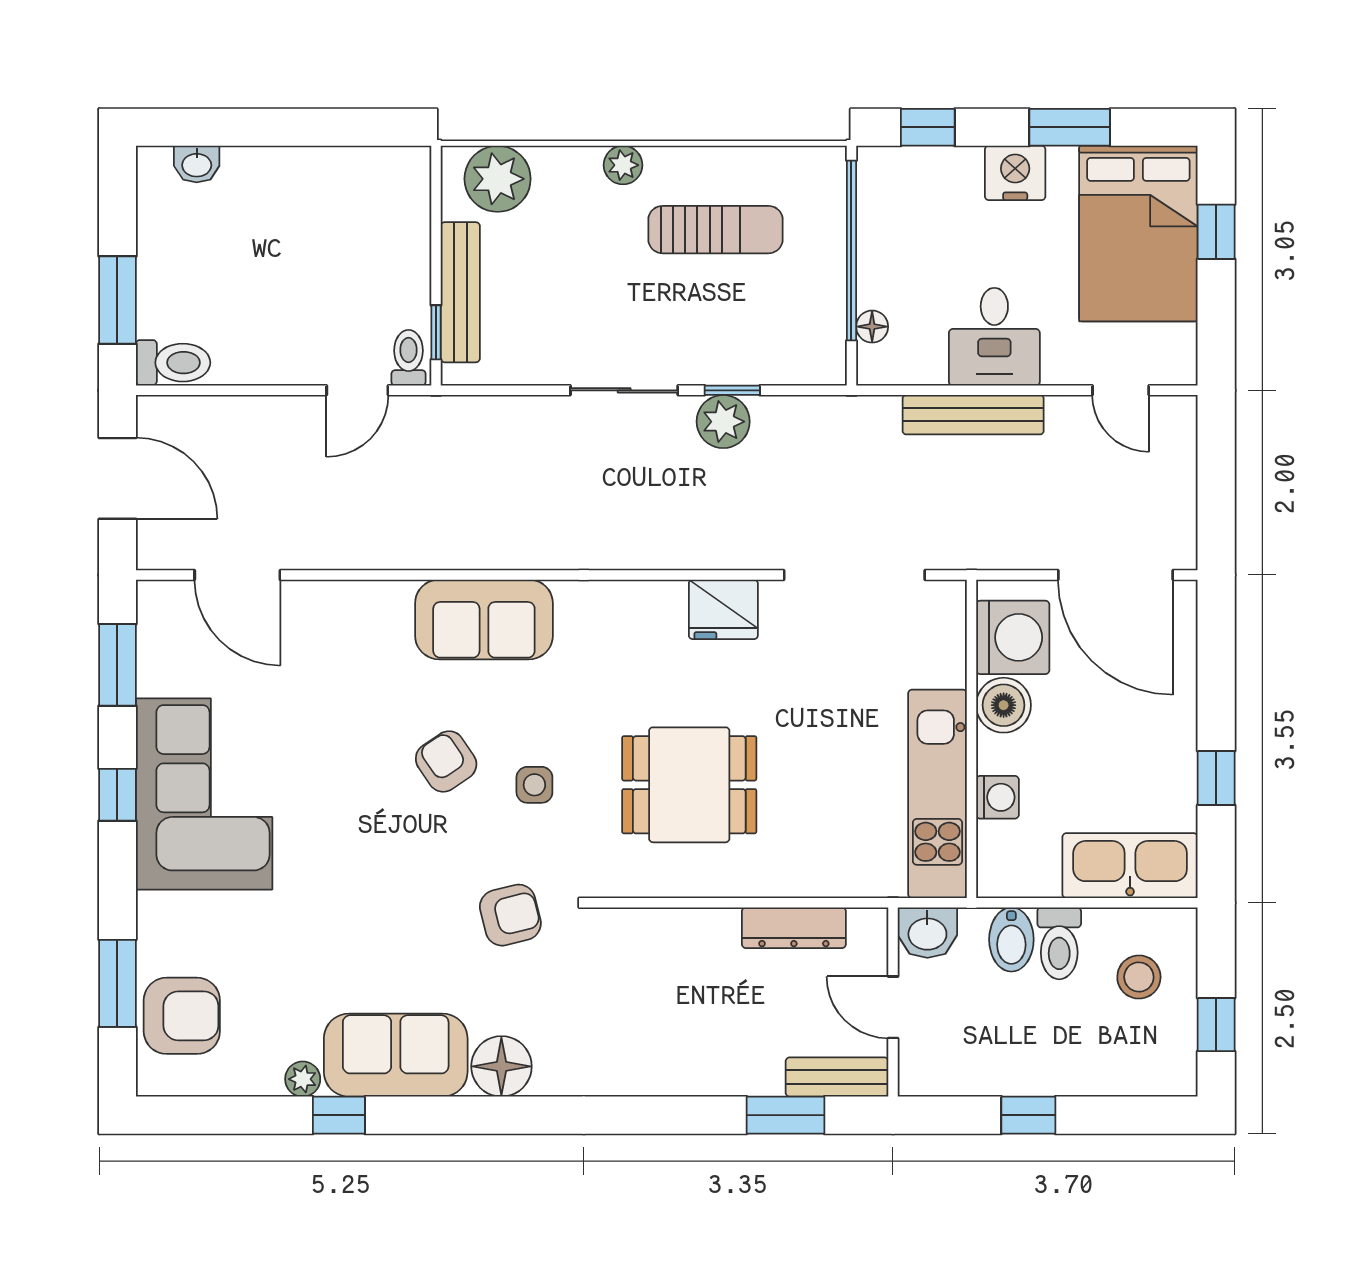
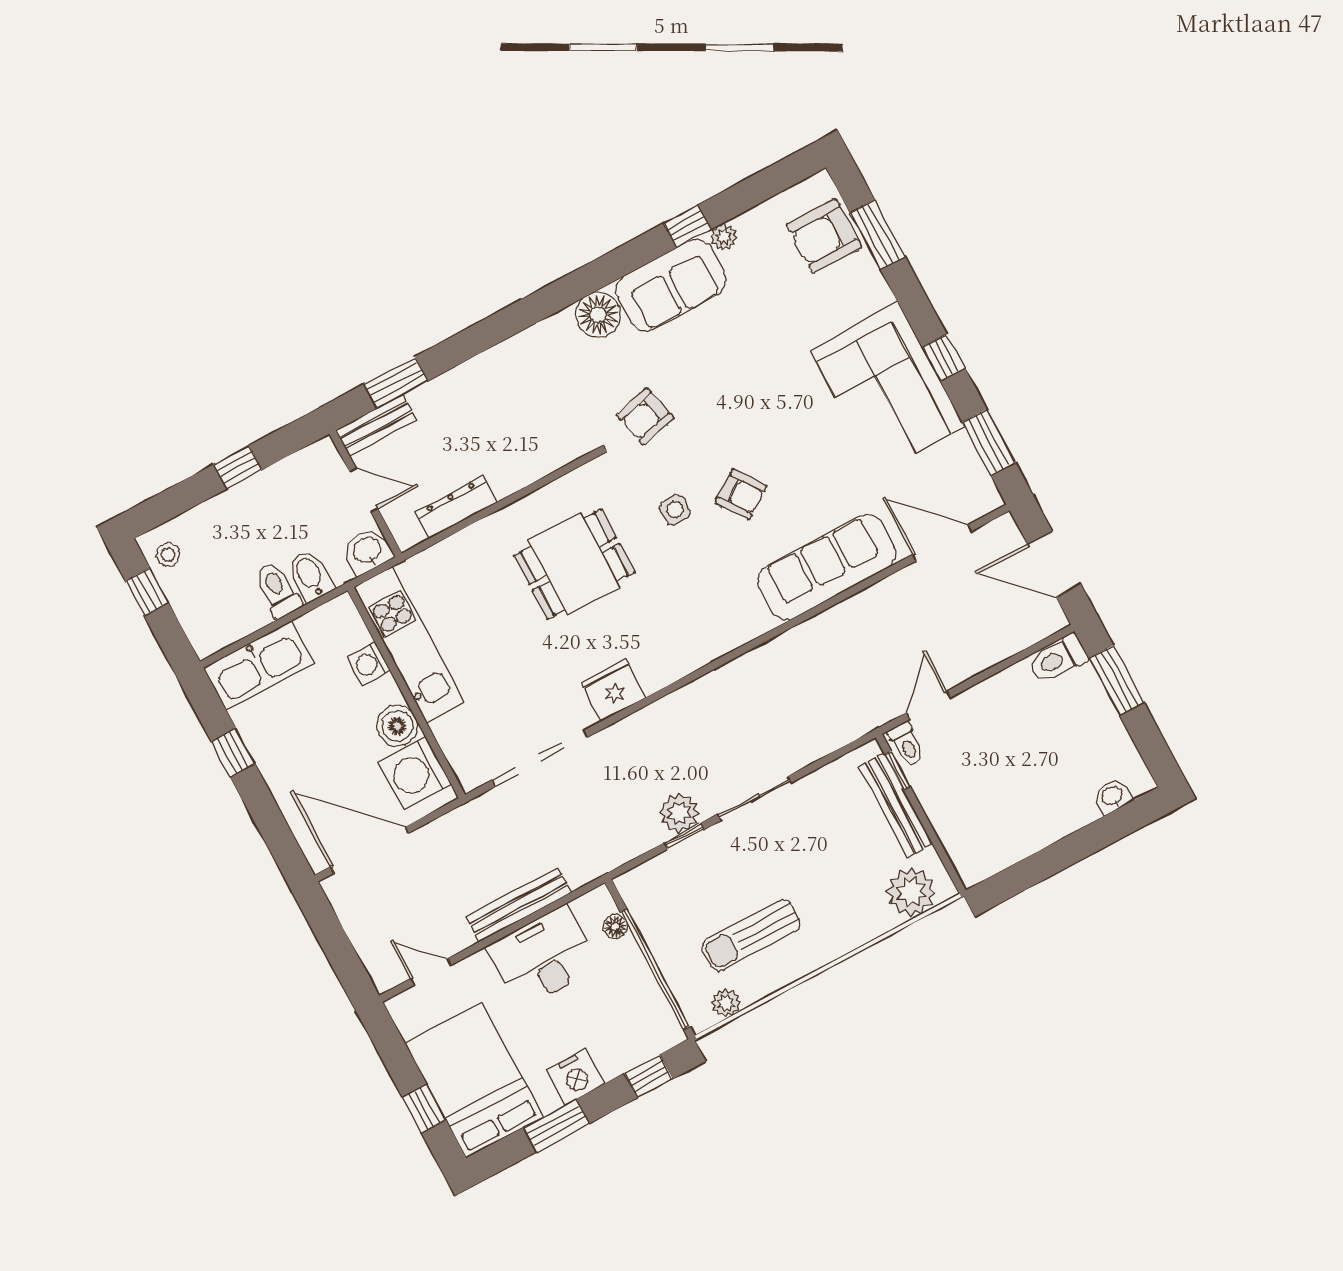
plant: (623, 165) -> (726, 1003), moved
desk: (994, 337) -> (543, 957), width x1.37
sofa: (484, 619) -> (827, 567), moved, width x1.36
stool: (1139, 977) -> (168, 555), moved, width x0.73, depth x0.73

